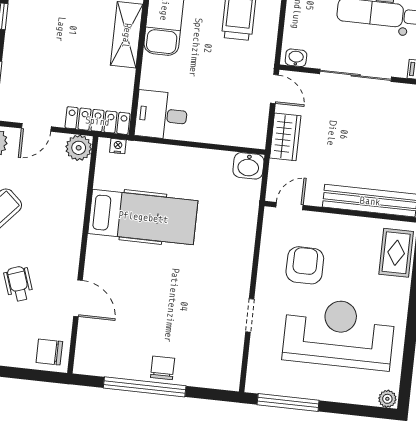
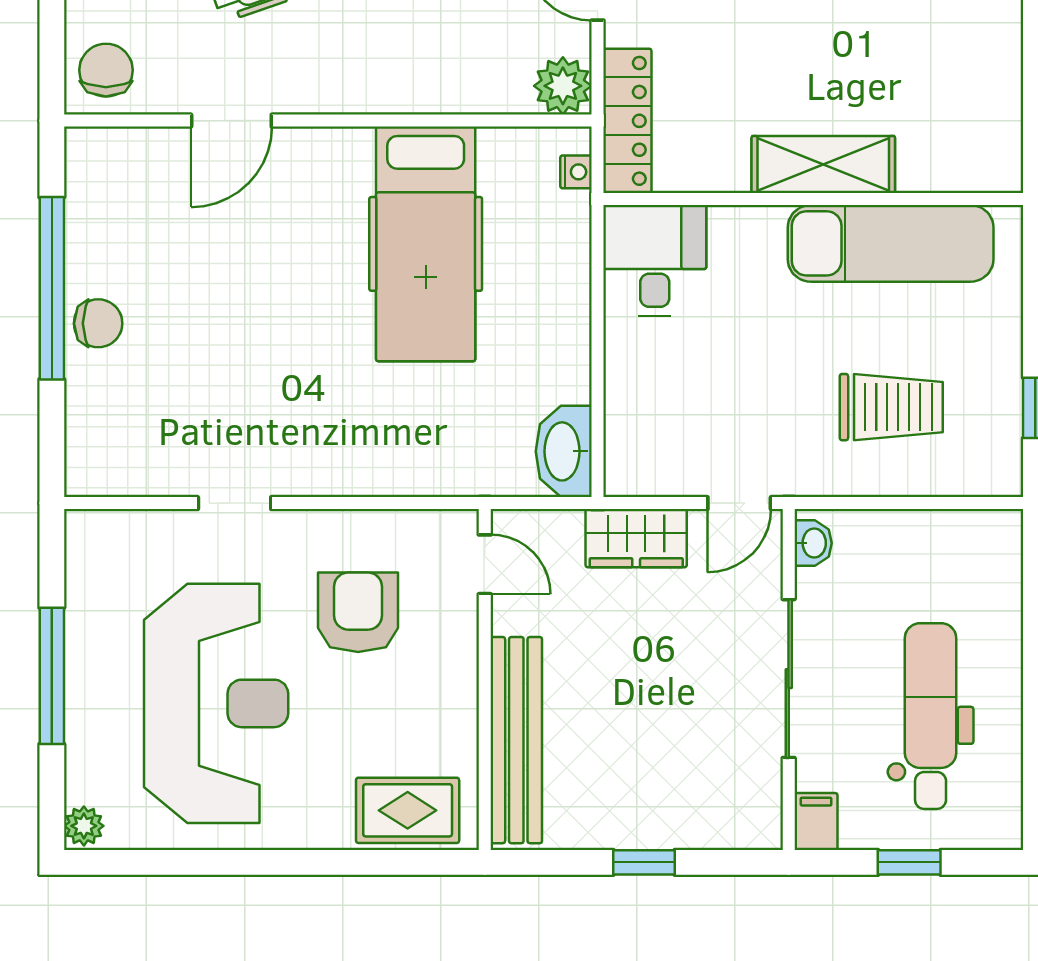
washbasin: (248, 166) -> (564, 451), width x1.38
armchair: (305, 265) -> (358, 612), turned -90
window: (288, 403) -> (52, 676), moved

